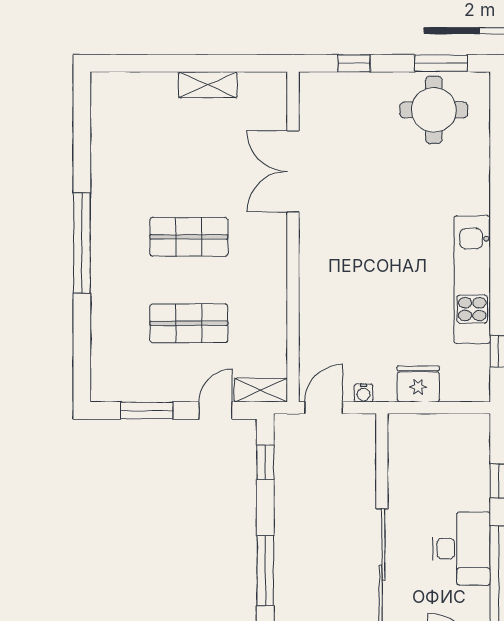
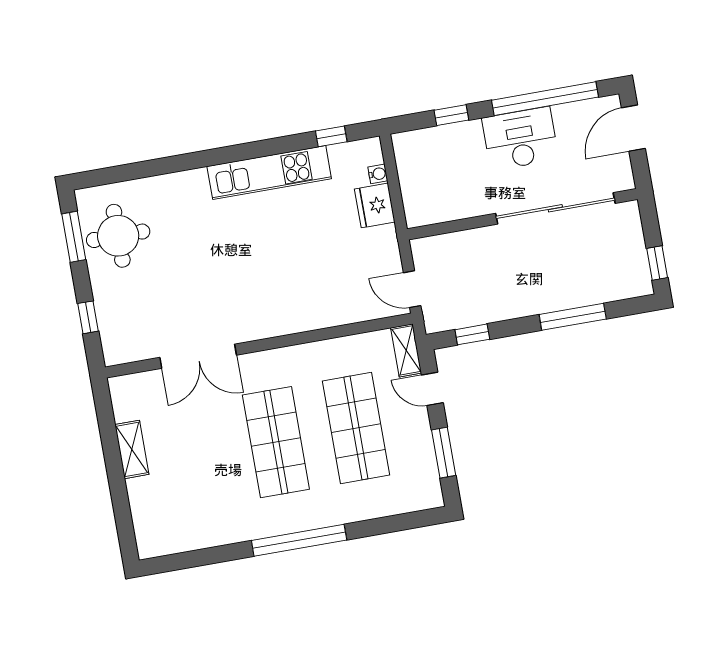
shop shelf: (189, 237) -> (276, 442), width x1.43, depth x1.36
shop shelf: (189, 323) -> (356, 428), width x1.43, depth x1.36
water cooler: (364, 393) -> (378, 174), moved

